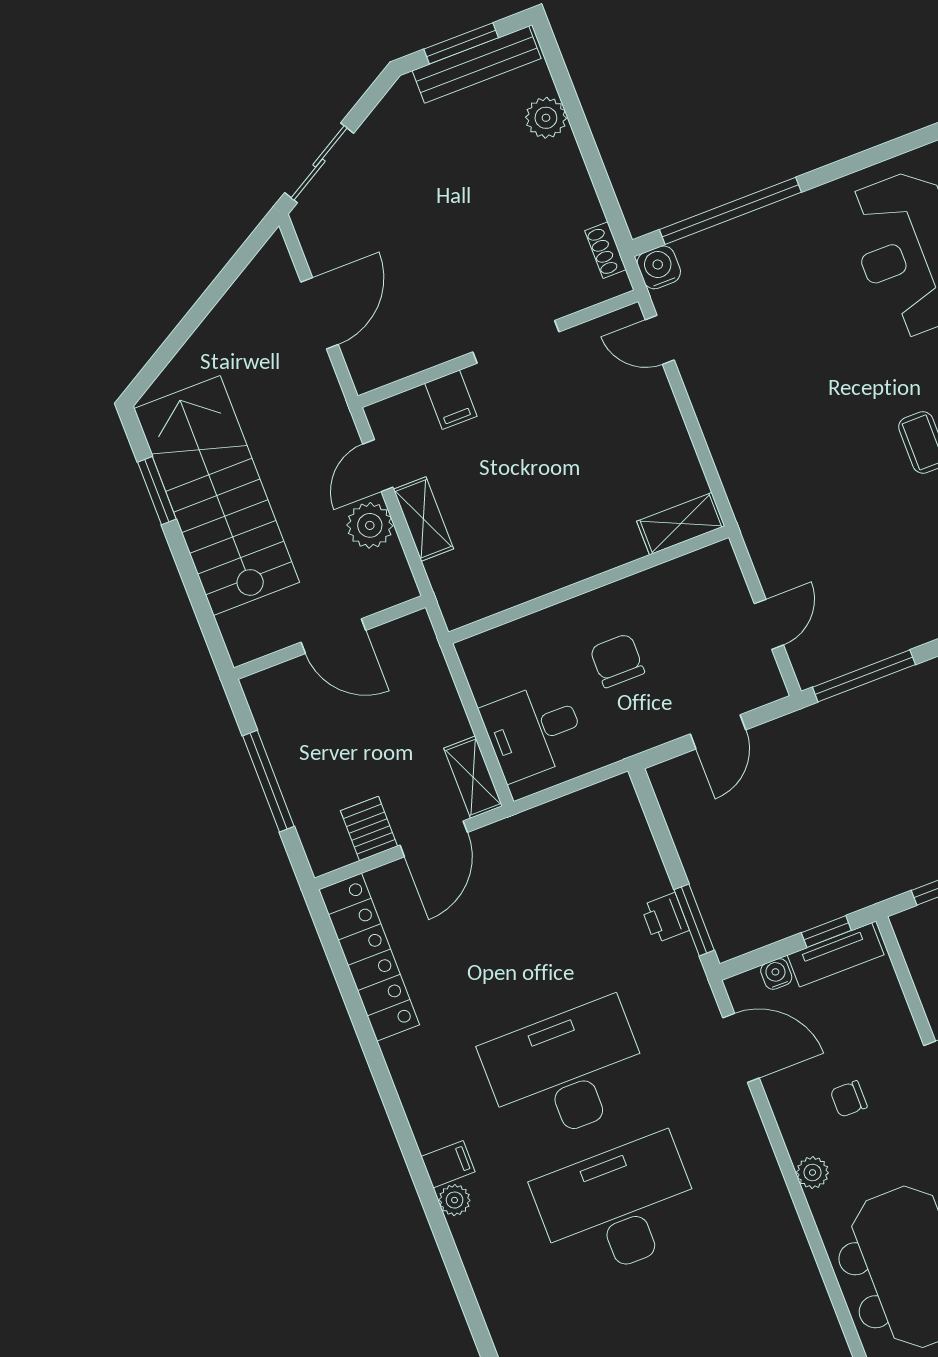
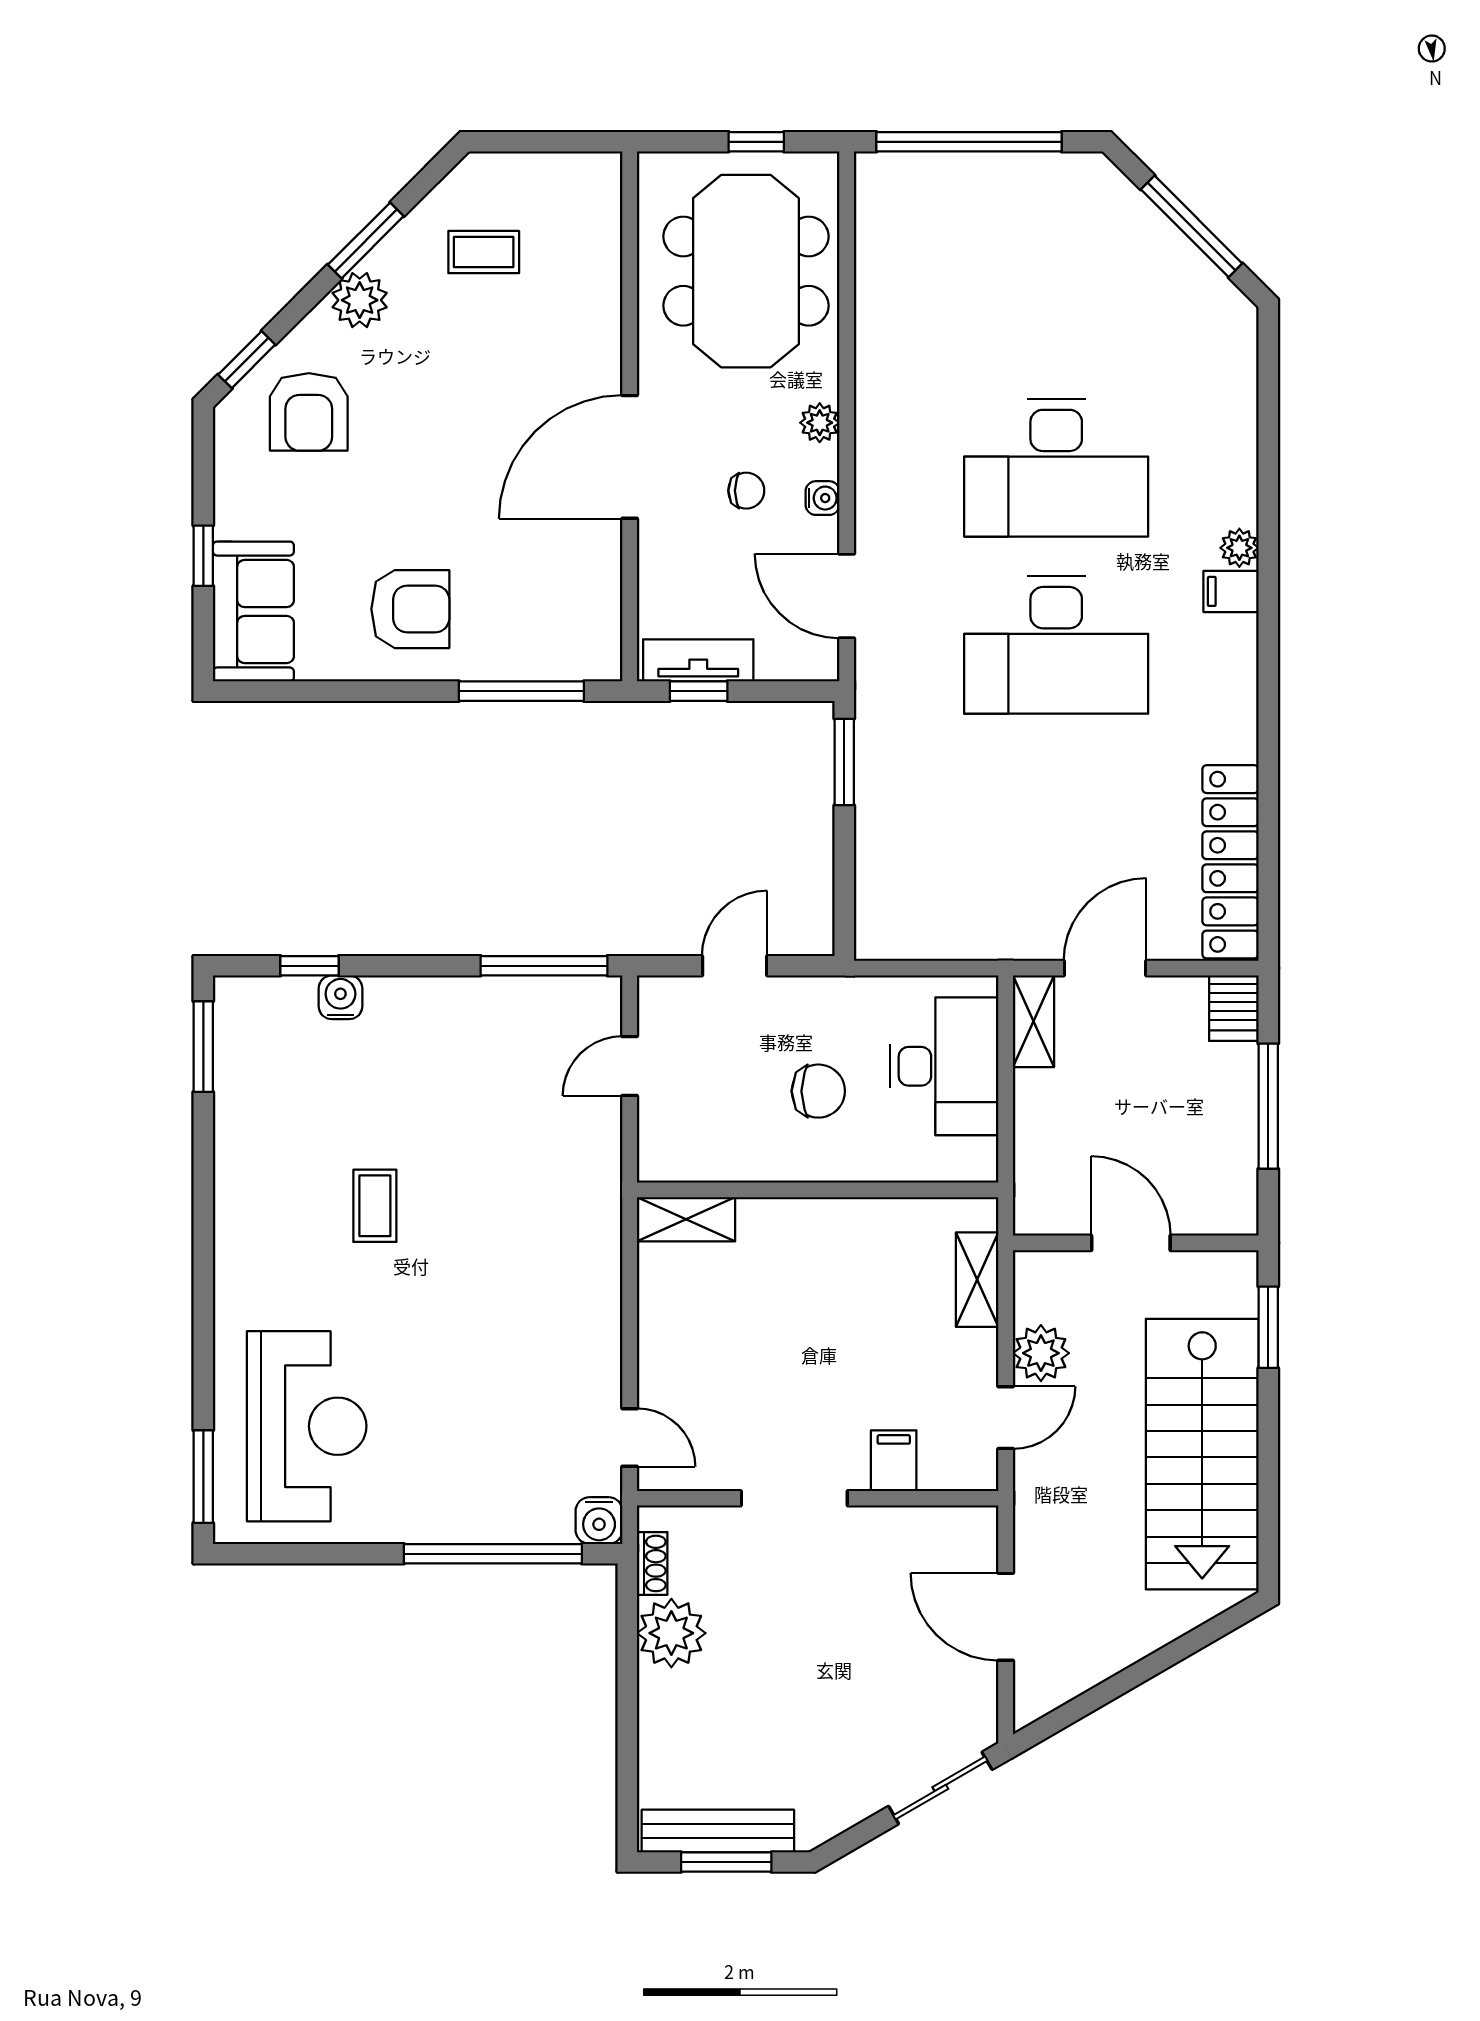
plant: (546, 118) -> (671, 1633), moved, width x1.36, depth x1.36
door: (319, 313) -> (1006, 1617), hinge flipped
window: (157, 491) -> (1268, 1327), moved
shelving: (423, 519) -> (977, 1280), moved
chair: (617, 661) -> (818, 1091), turned -90
desk: (534, 731) -> (944, 1066), width x1.37
server rack: (369, 829) -> (1234, 1008), moved
printer: (665, 918) -> (876, 777), removed
water cooler: (776, 974) -> (822, 498), moved, turned -90

